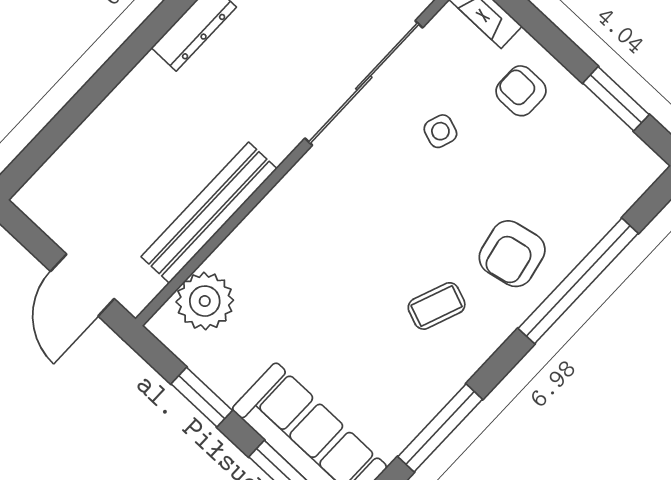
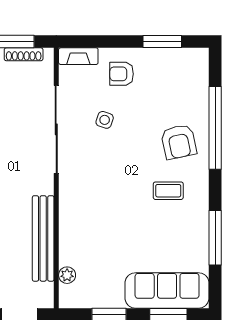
plant: (205, 301) -> (67, 275), width x0.53, depth x0.53
coffee table: (437, 306) -> (168, 191), turned 69

